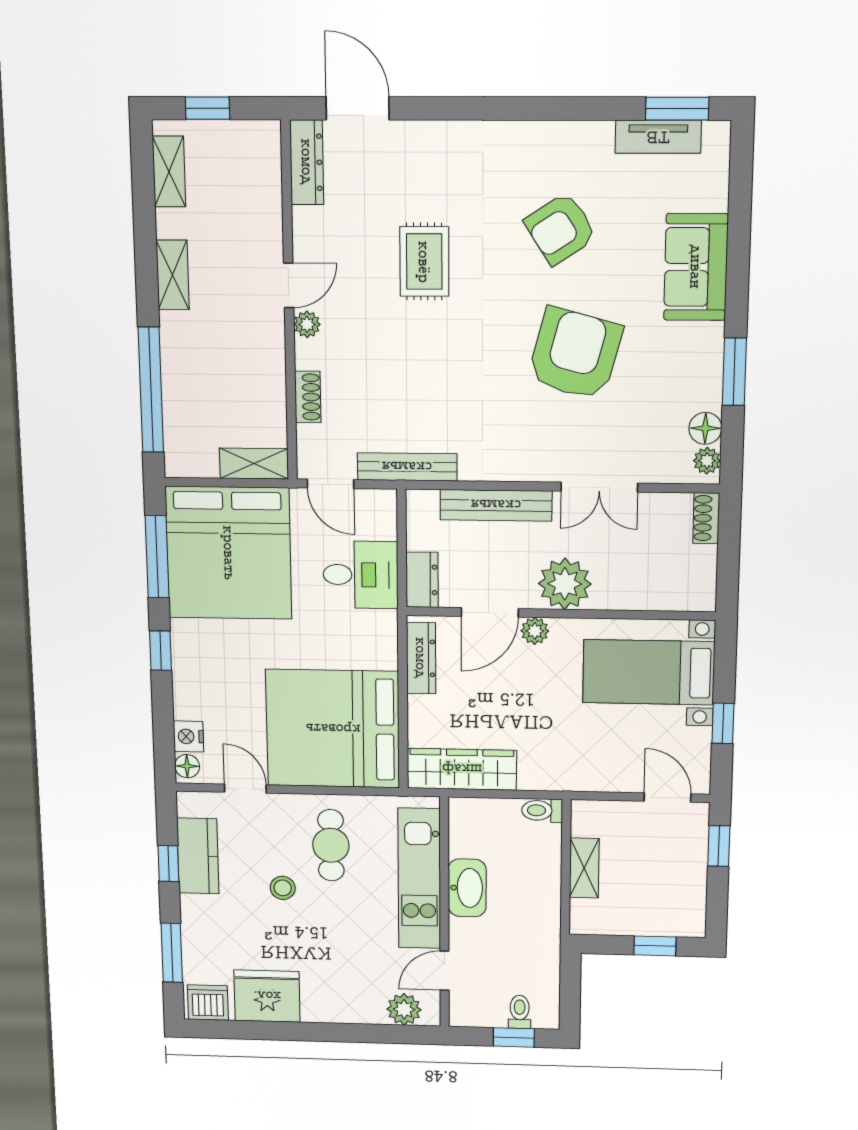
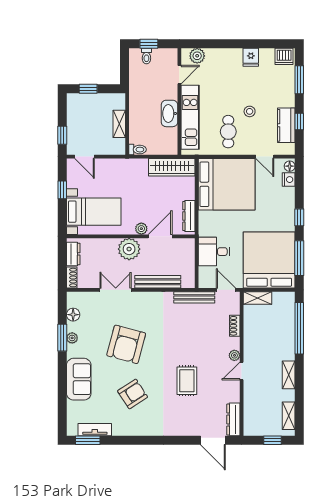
plant: (707, 461) -> (72, 338), moved
dresser: (422, 580) -> (73, 254), moved, turned 180
fridge: (267, 996) -> (251, 57), width x0.53, depth x0.75

